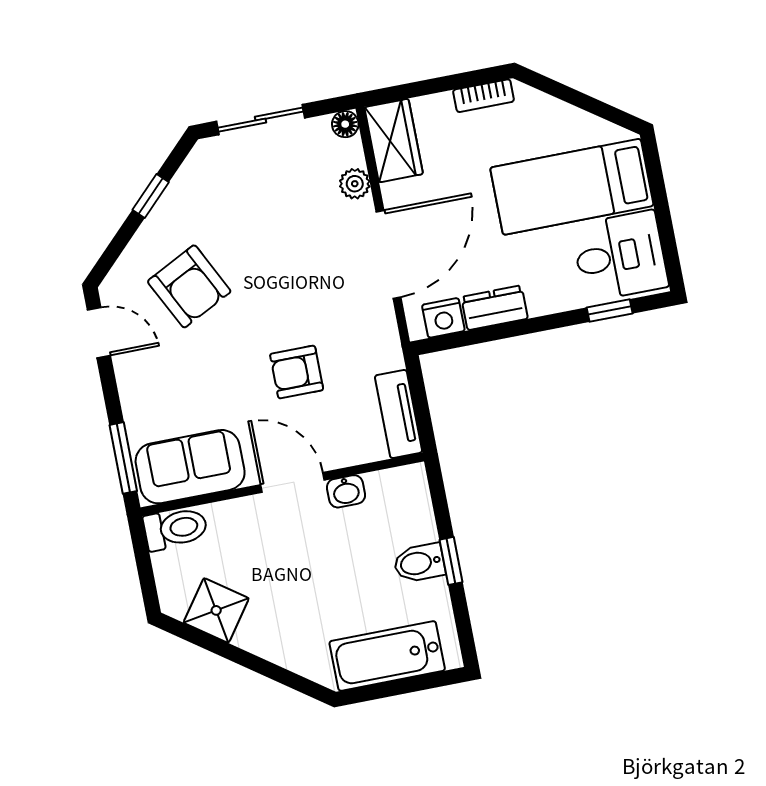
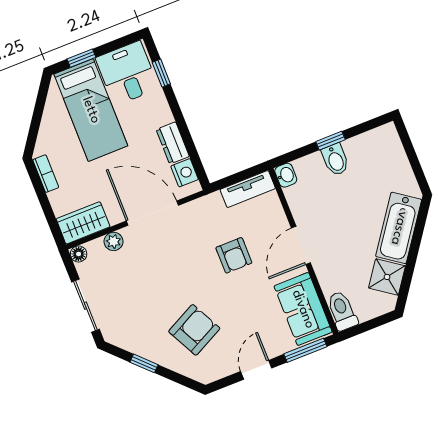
window: (658, 187) -> (81, 58), added
door: (99, 333) -> (256, 370), moved
washbasin: (346, 491) -> (286, 175), moved
bathtub: (387, 656) -> (399, 228), moved, turned 35

